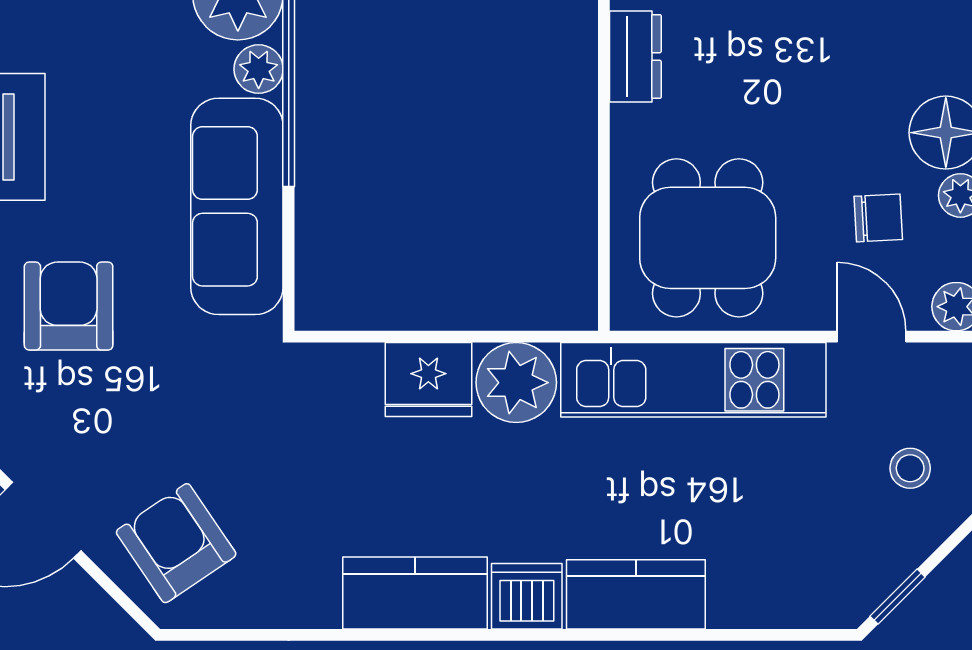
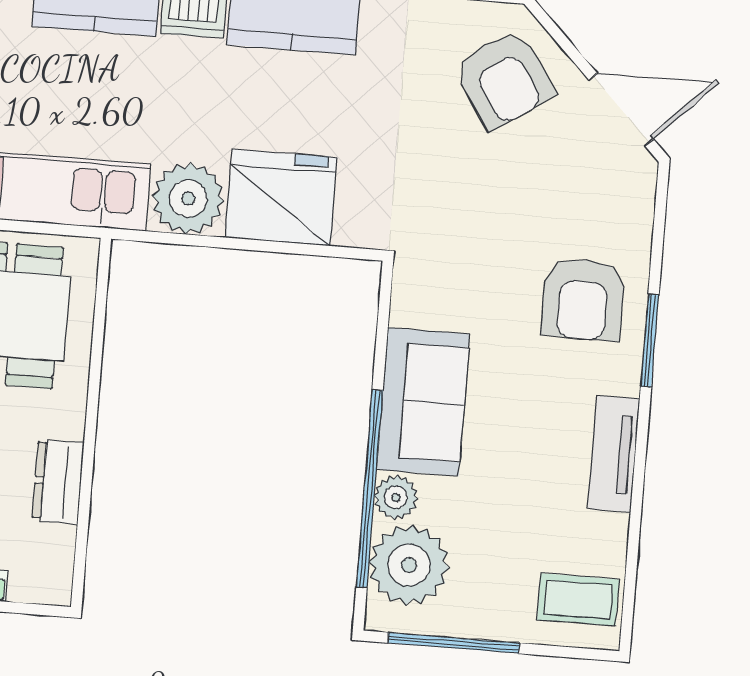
sofa: (237, 206) -> (423, 402), width x0.73
fridge: (428, 379) -> (281, 197), width x1.36, depth x1.34

